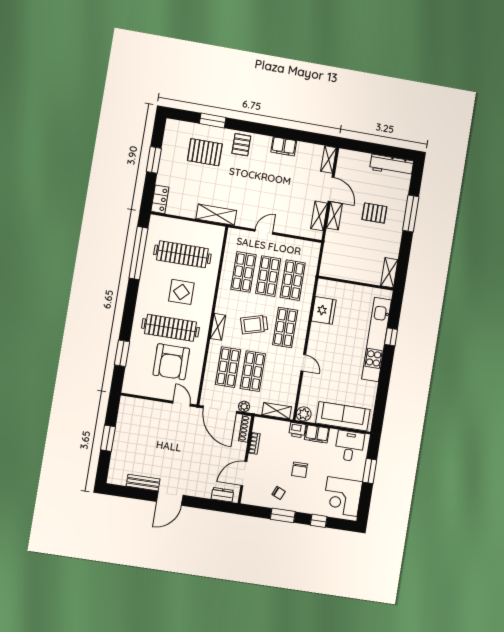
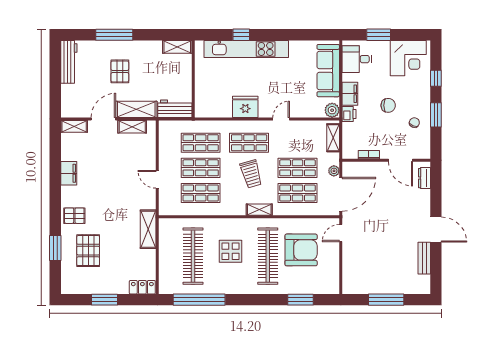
shelving: (334, 216) -> (136, 109), width x1.50, depth x1.33
workbench: (330, 260) -> (175, 109), added
fridge: (324, 310) -> (245, 107), moved
shoe rack: (245, 428) -> (356, 166), removed
window: (108, 438) -> (386, 300), width x1.44

